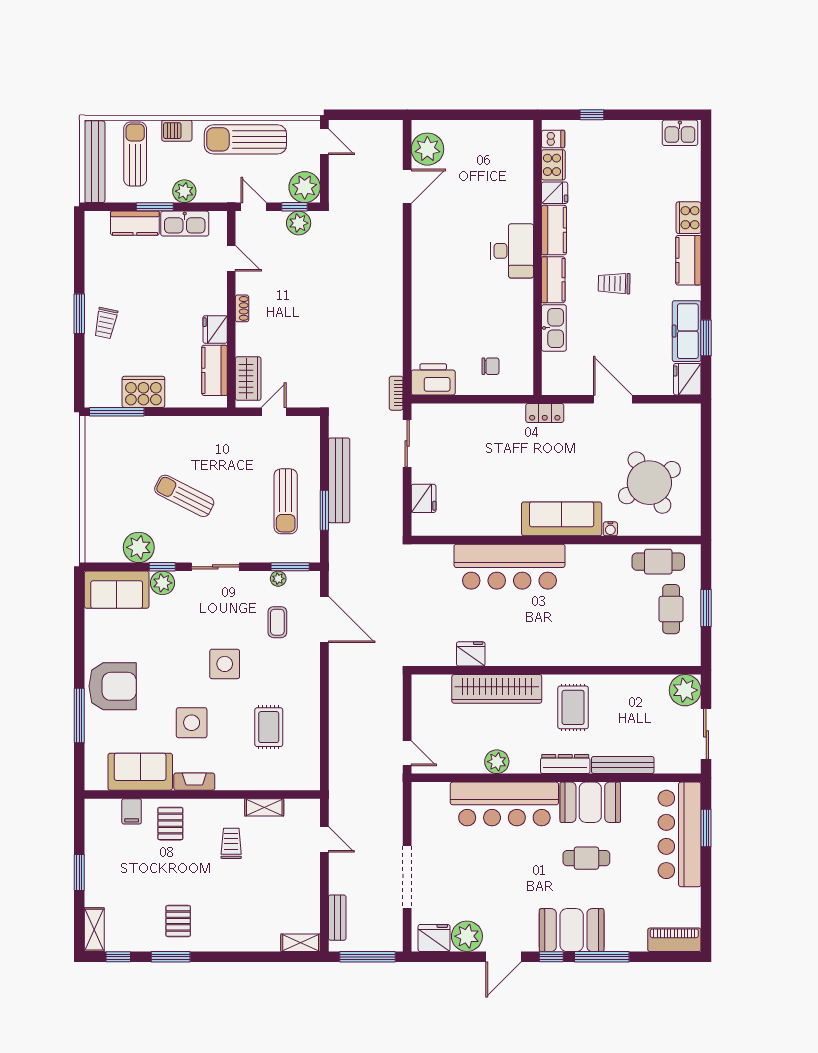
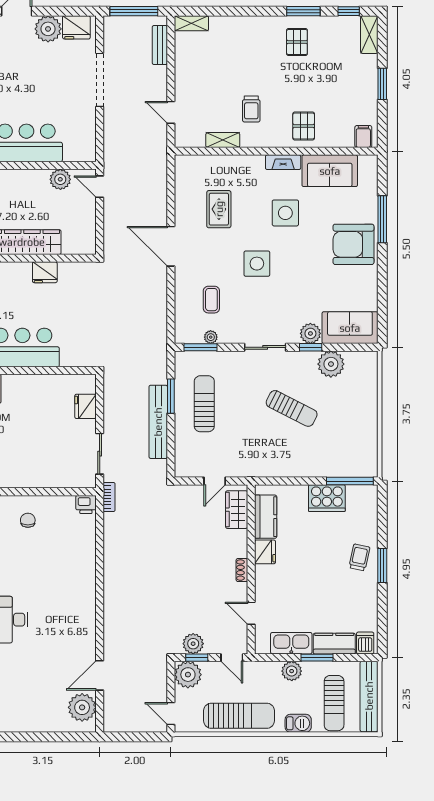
dishwasher: (99, 224) -> (365, 643), added
chair: (490, 366) -> (28, 520), turned 90
printer: (433, 379) -> (86, 504), width x0.53, depth x0.68
door: (324, 620) -> (171, 246), moved
plant: (497, 762) -> (60, 179), moved
filing cabinet: (132, 811) -> (363, 137), moved

